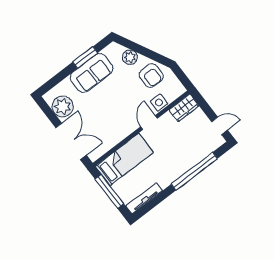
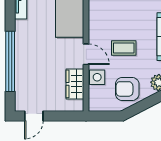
coffee table: (125, 100) -> (124, 48), added
wardrobe: (184, 108) -> (75, 84), moved

